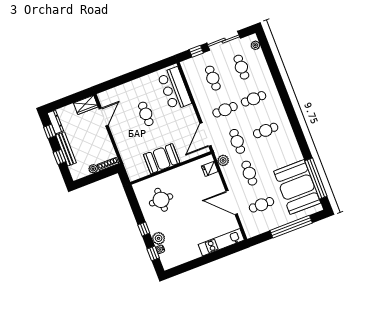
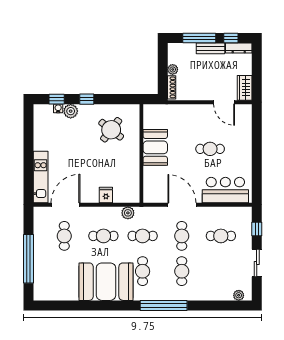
sliding door: (224, 41) -> (257, 263), width x0.73
cafe table: (241, 67) -> (221, 271), removed
door: (206, 134) -> (182, 205), moved
bench: (66, 149) -> (210, 48), width x0.73
window: (60, 157) -> (199, 38), width x2.17
fridge: (210, 169) -> (106, 195), moved
window: (316, 178) -> (164, 305), moved
booth: (297, 187) -> (106, 282), moved
round table: (161, 200) -> (111, 130), turned 38
door: (232, 202) -> (66, 205), moved

